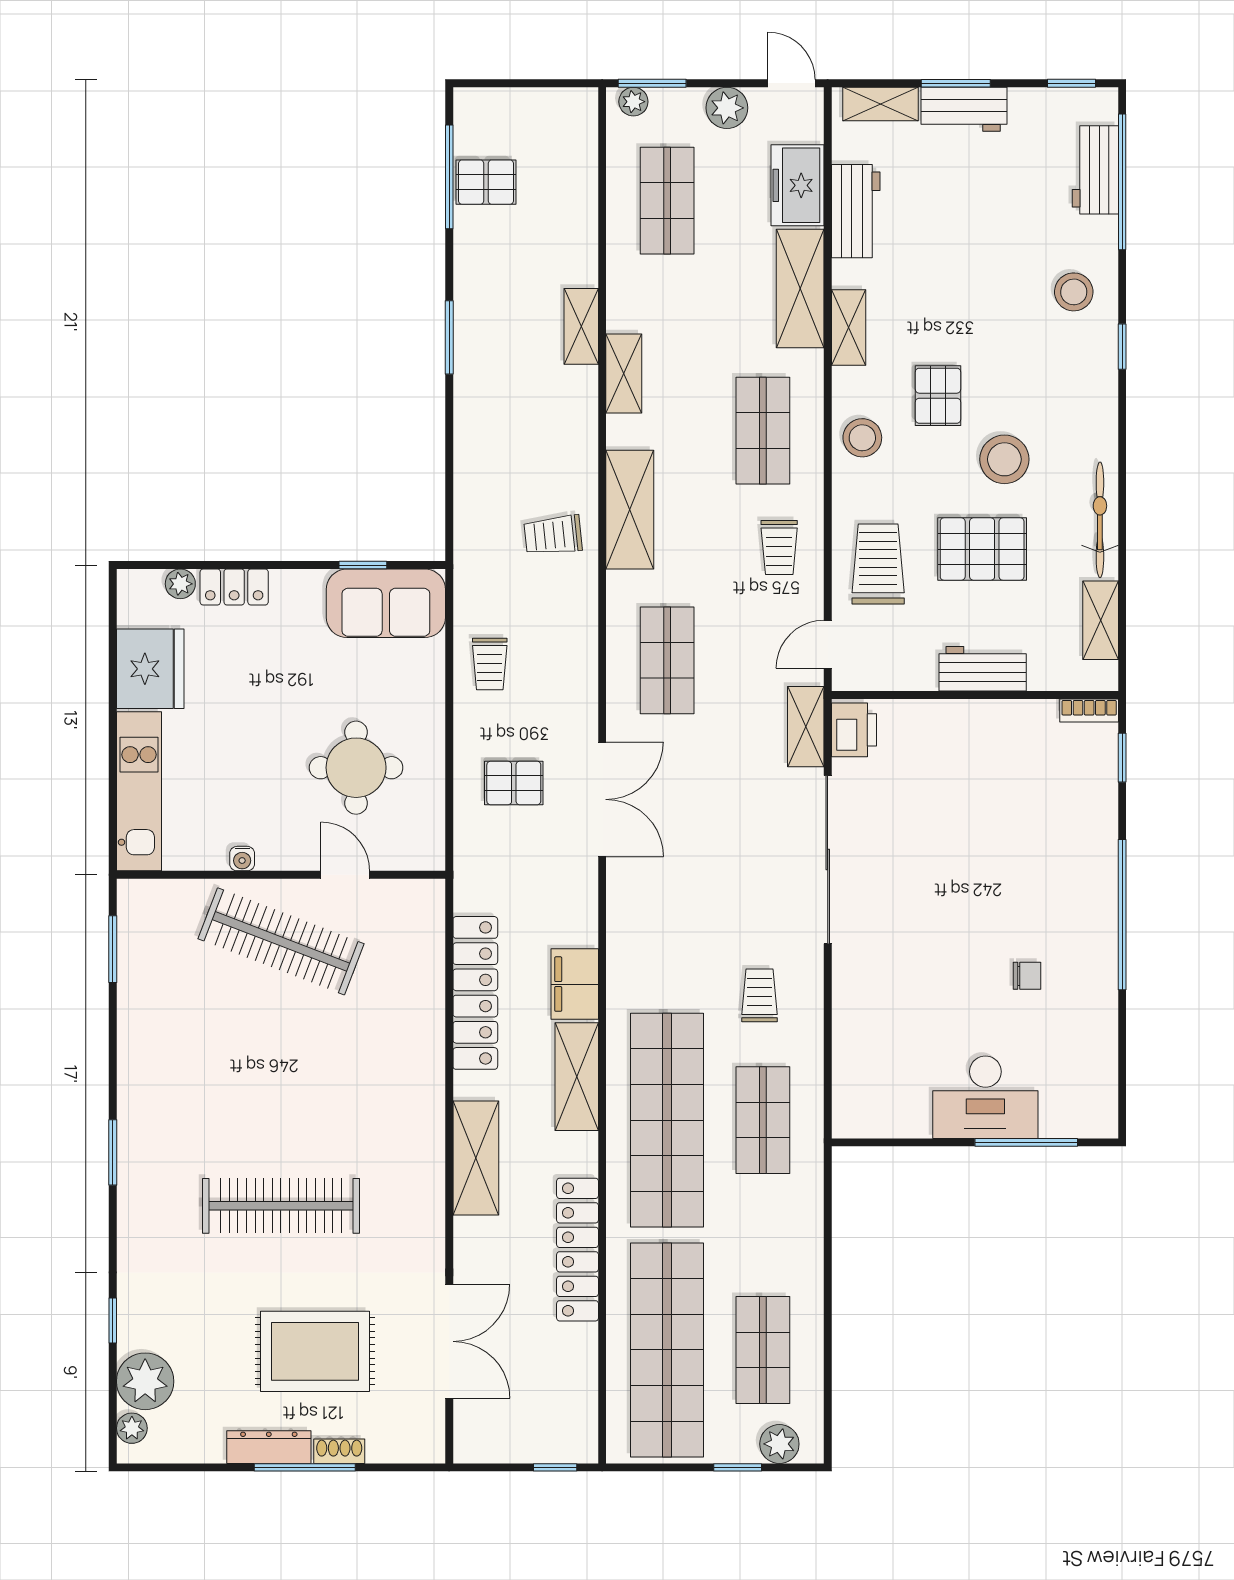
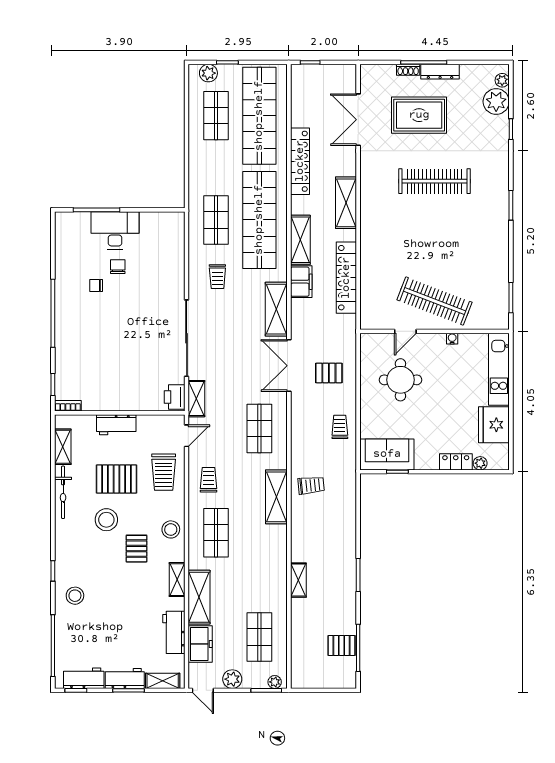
workbench: (1095, 170) -> (84, 678), moved, turned -90
shelving: (624, 374) -> (276, 309), moved, width x1.50, depth x1.33
door: (345, 875) -> (405, 331), hinge flipped
chair: (979, 1017) -> (118, 267), added

